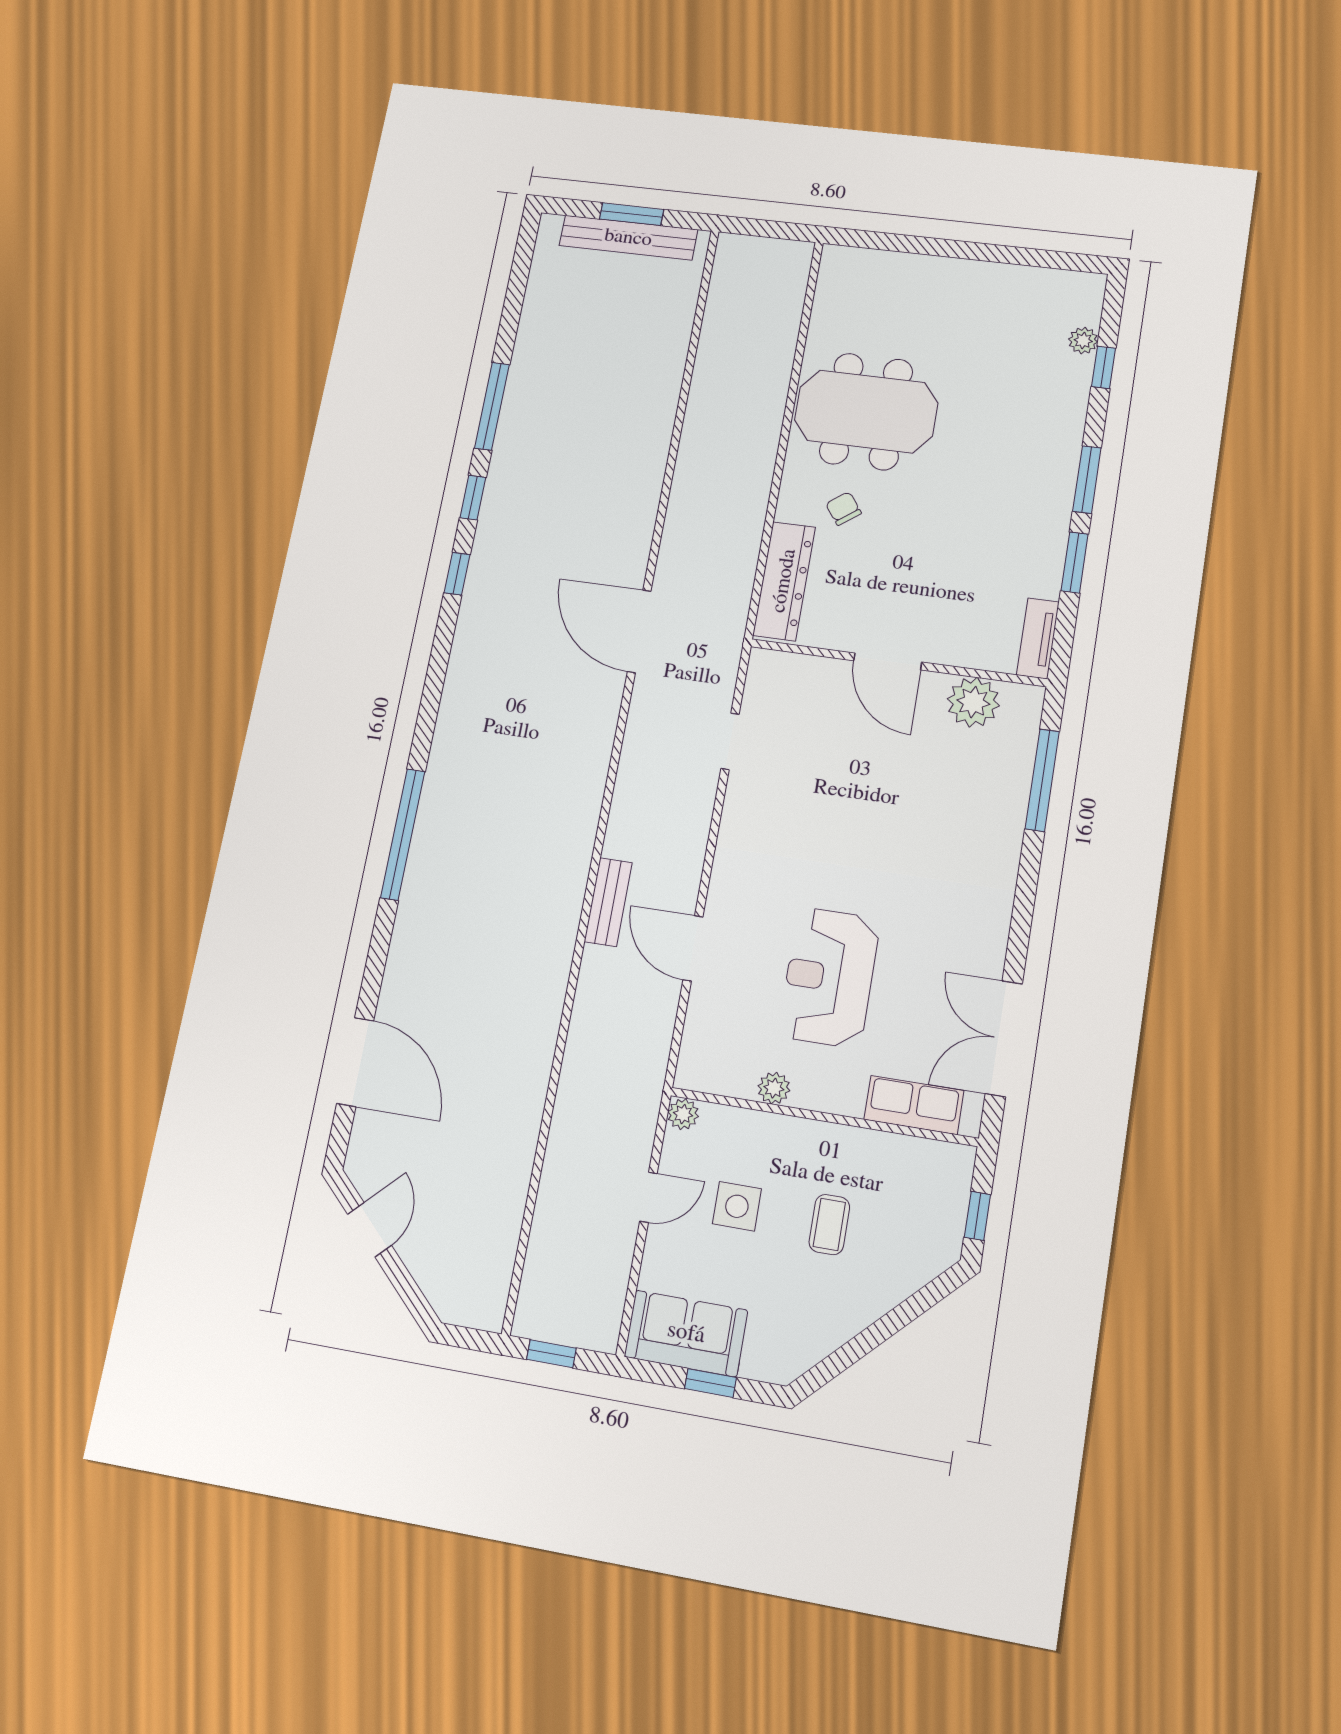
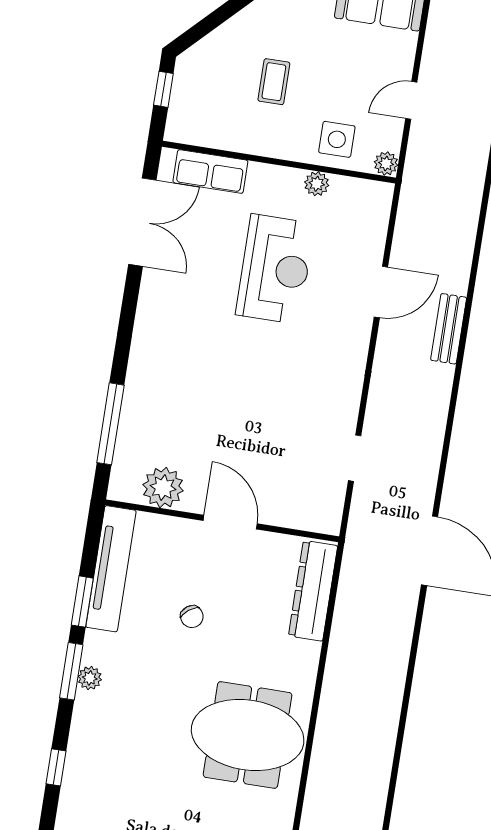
plant: (1083, 341) -> (90, 678), moved
chair: (843, 509) -> (192, 617), moved
tv unit: (1038, 638) -> (111, 569), width x1.92, depth x1.29
door: (693, 948) -> (381, 292), hinge flipped
side table: (737, 1206) -> (337, 139), moved

